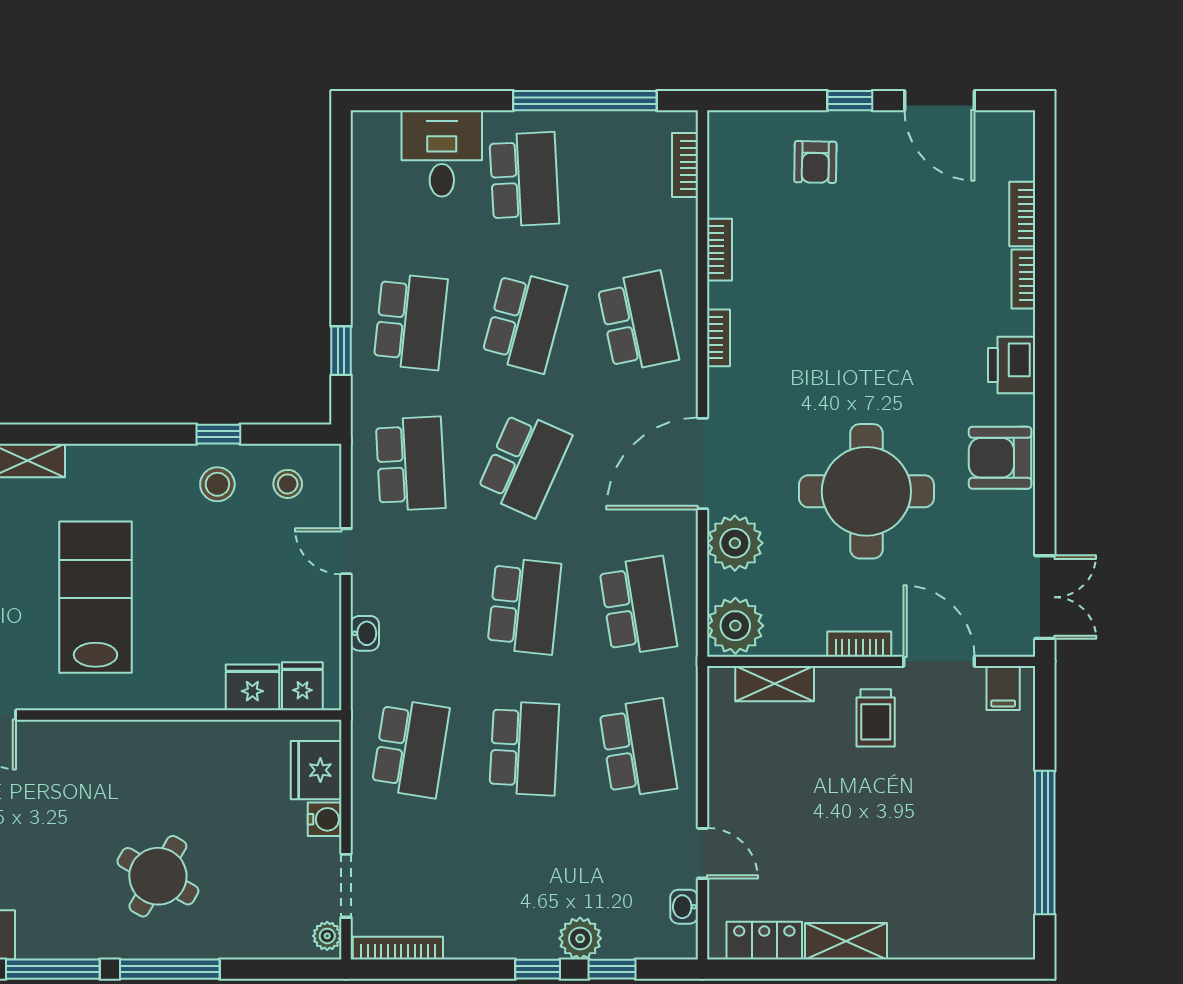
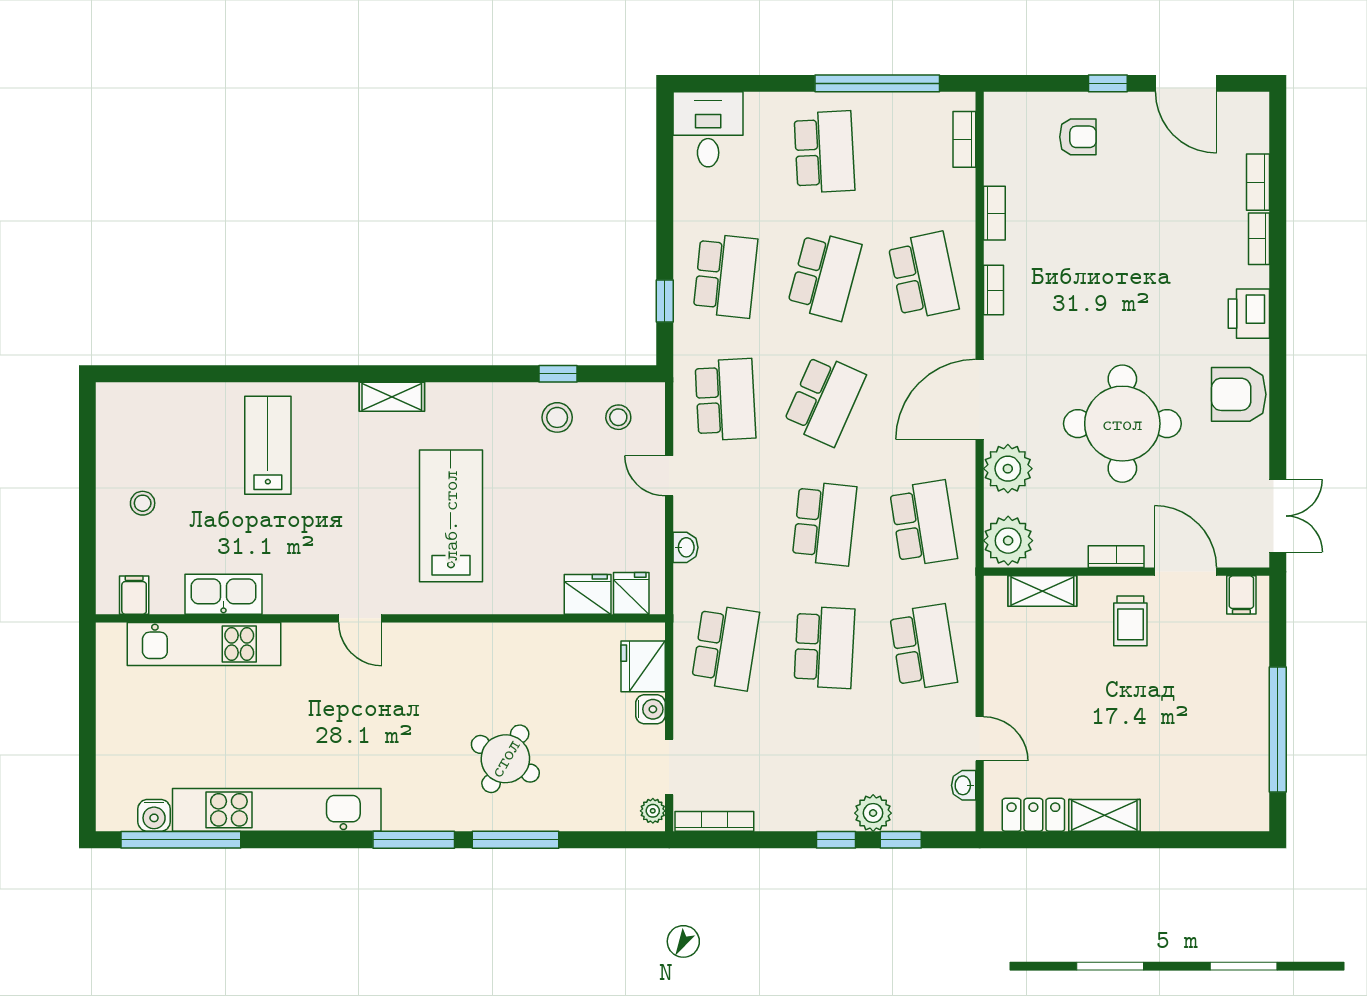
desk: (442, 153) -> (708, 129), moved
armchair: (815, 162) -> (1078, 137), turned -91

